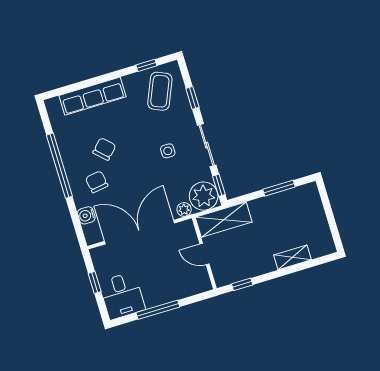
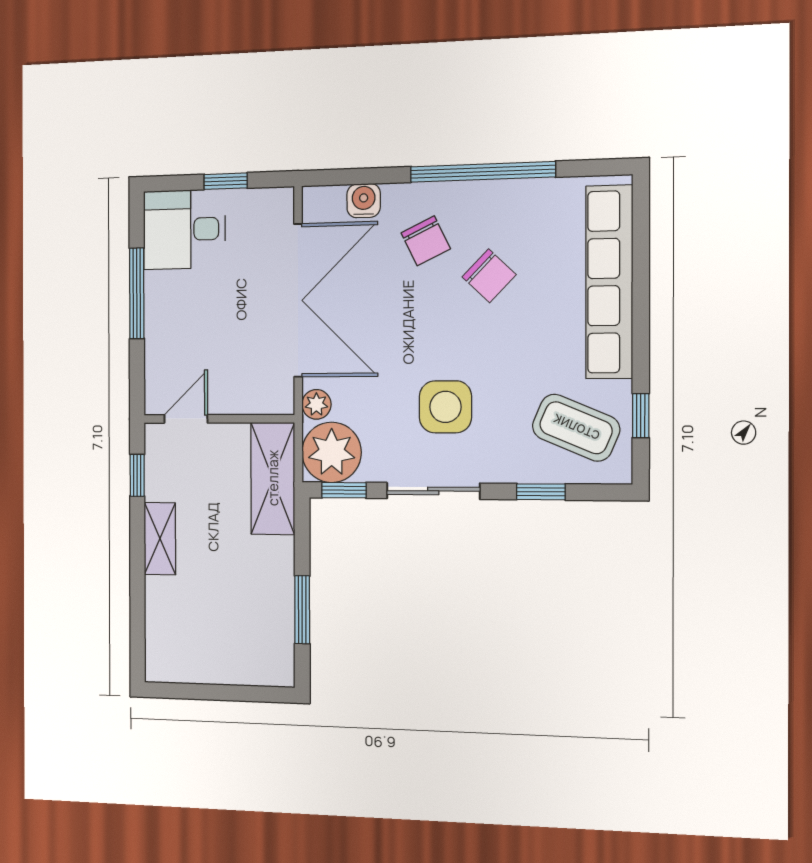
row of seats: (93, 96) -> (609, 282), width x1.36
side table: (168, 151) -> (445, 407), width x1.87, depth x1.87
chair: (97, 182) -> (426, 241), turned 73
door: (204, 254) -> (186, 419), moved
shelving: (292, 257) -> (160, 539), moved

